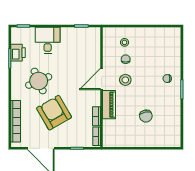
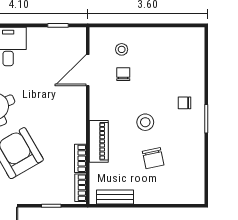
door: (102, 79) -> (88, 70), moved
stool: (125, 80) -> (145, 122), moved
bench: (120, 142) -> (115, 197), added

